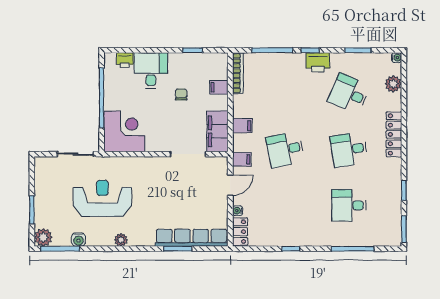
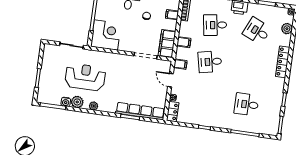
desk: (349, 149) -> (215, 25), moved
door: (230, 185) -> (170, 80), swing flipped
plant: (43, 237) -> (77, 102), moved

